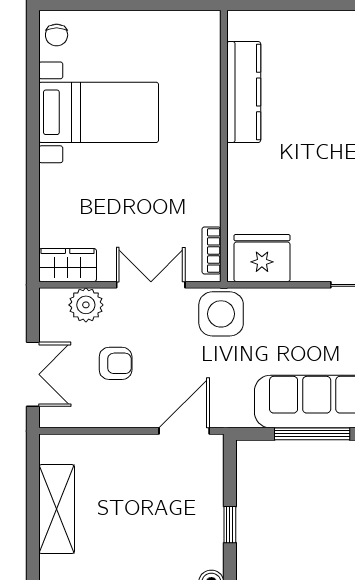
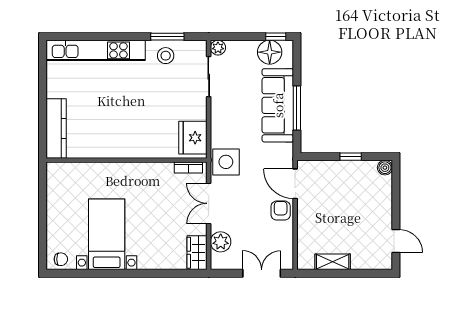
kitchen counter: (244, 92) -> (56, 129), moved, turned 90
armchair: (116, 363) -> (281, 211), moved
shelving: (57, 509) -> (333, 262), width x0.67, depth x0.75

